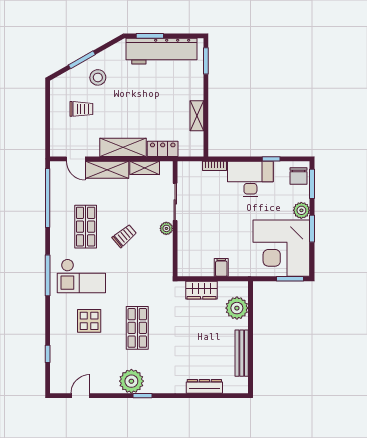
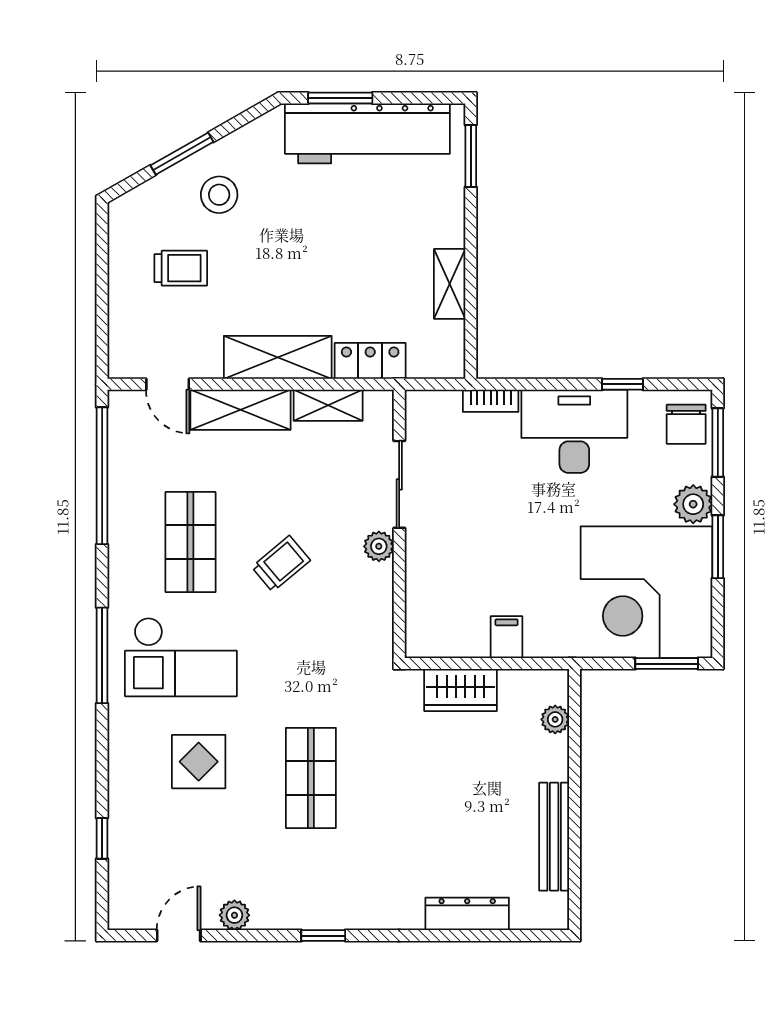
plant: (237, 308) -> (555, 719), width x0.53, depth x0.53
plant: (131, 381) -> (234, 915), moved, width x0.53, depth x0.53

